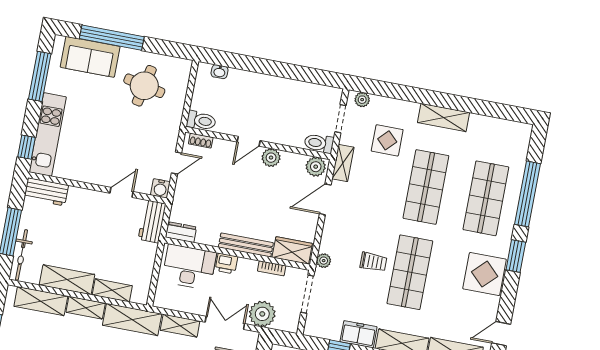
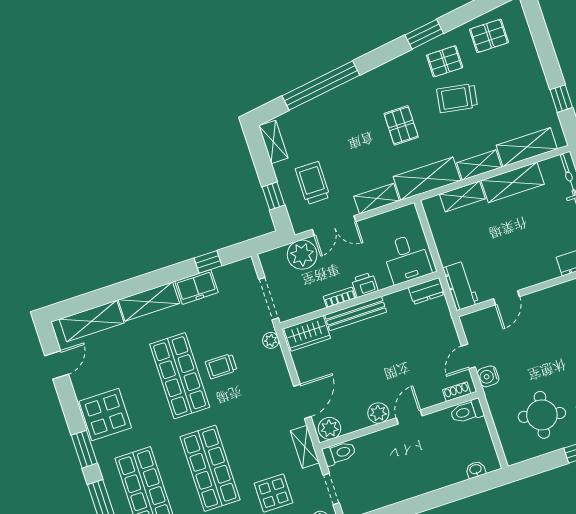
water cooler: (160, 188) -> (488, 376), moved, turned -90
desk: (189, 267) -> (407, 259), width x0.73
bookcase: (272, 268) -> (339, 297), moved

